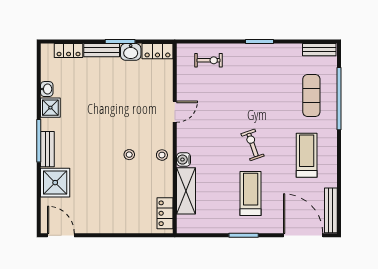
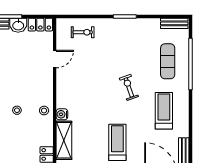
door: (175, 112) -> (55, 59), moved
exercise bike: (253, 145) -> (129, 87), moved

